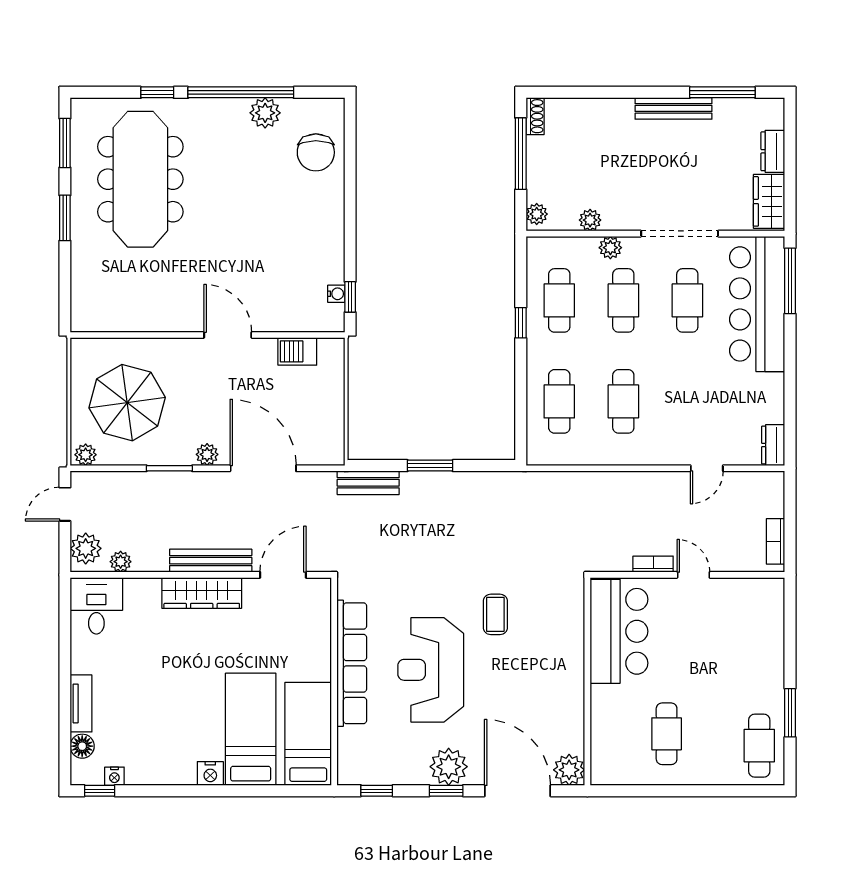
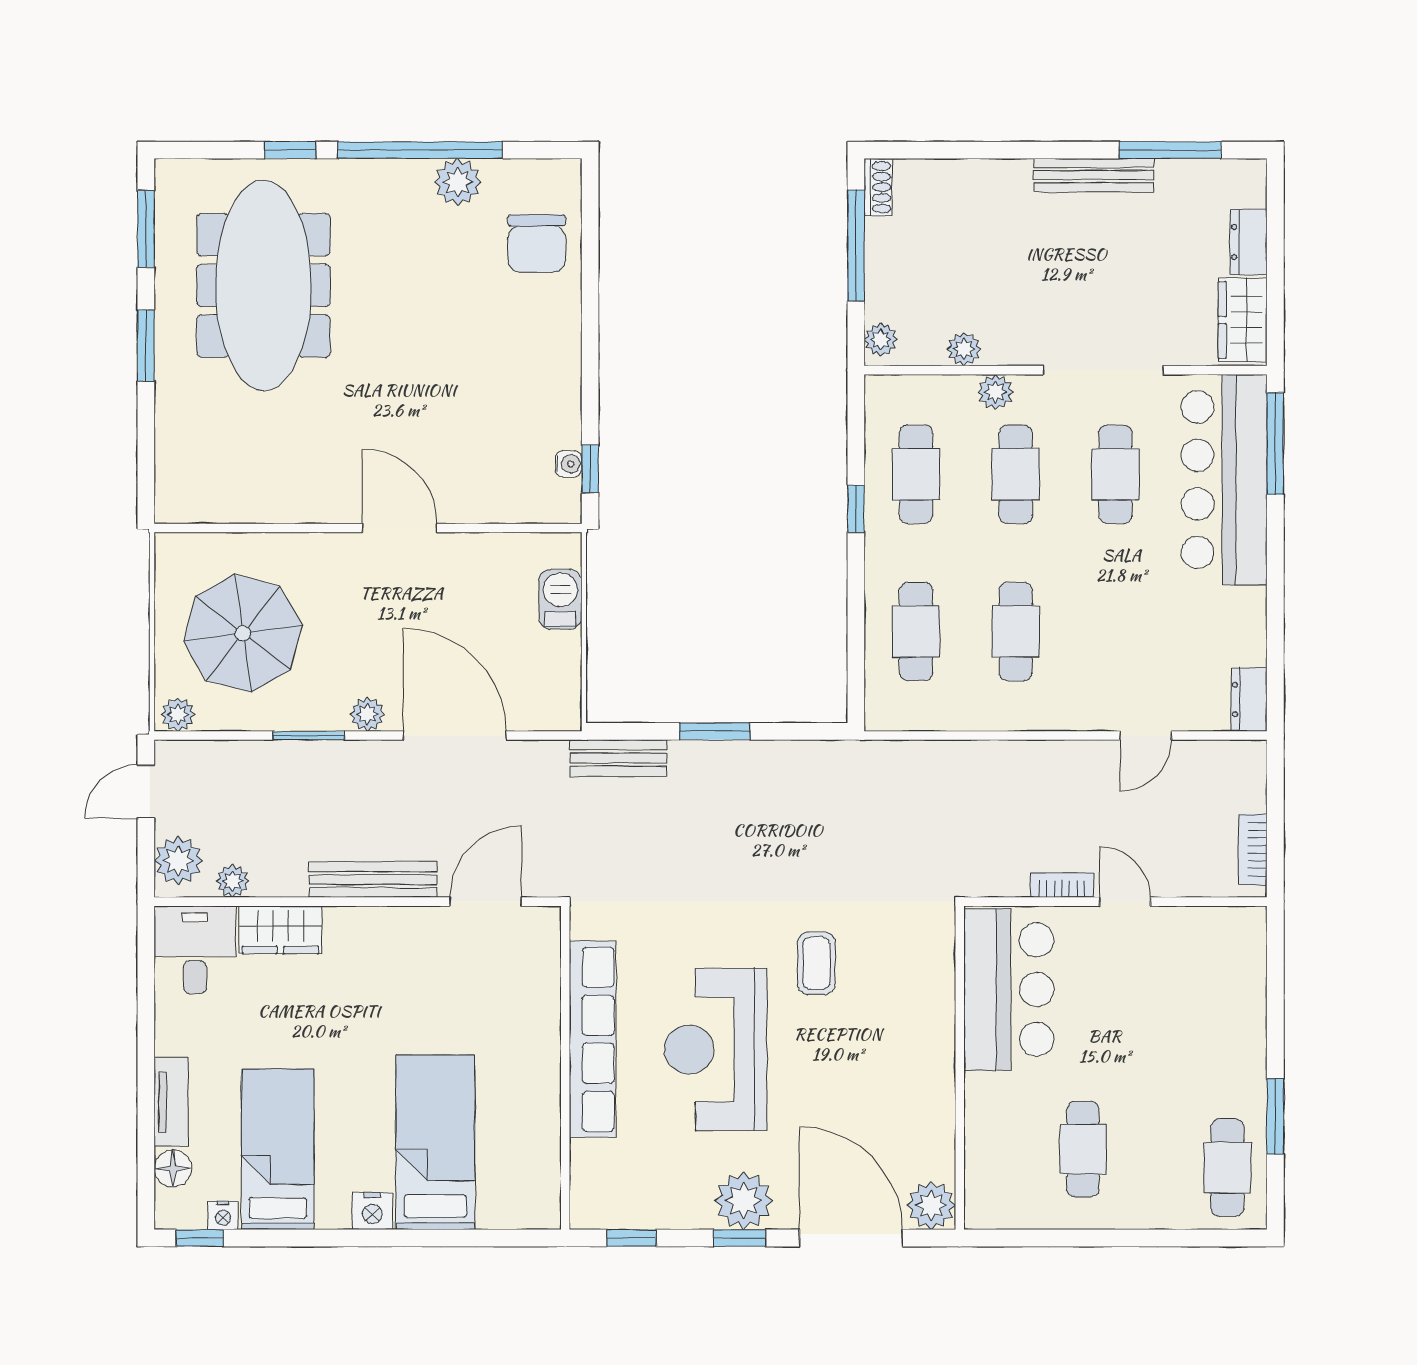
barbecue: (297, 351) -> (560, 599), moved, turned 90
wardrobe: (202, 593) -> (280, 930), moved, width x0.67
bed: (308, 734) -> (278, 1149), moved

